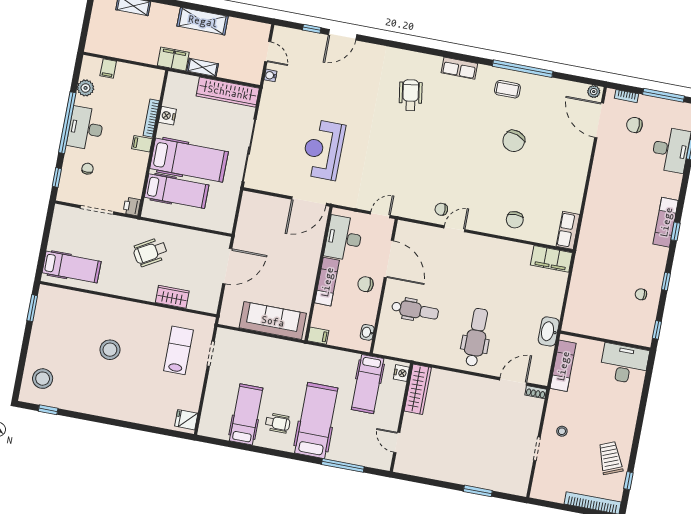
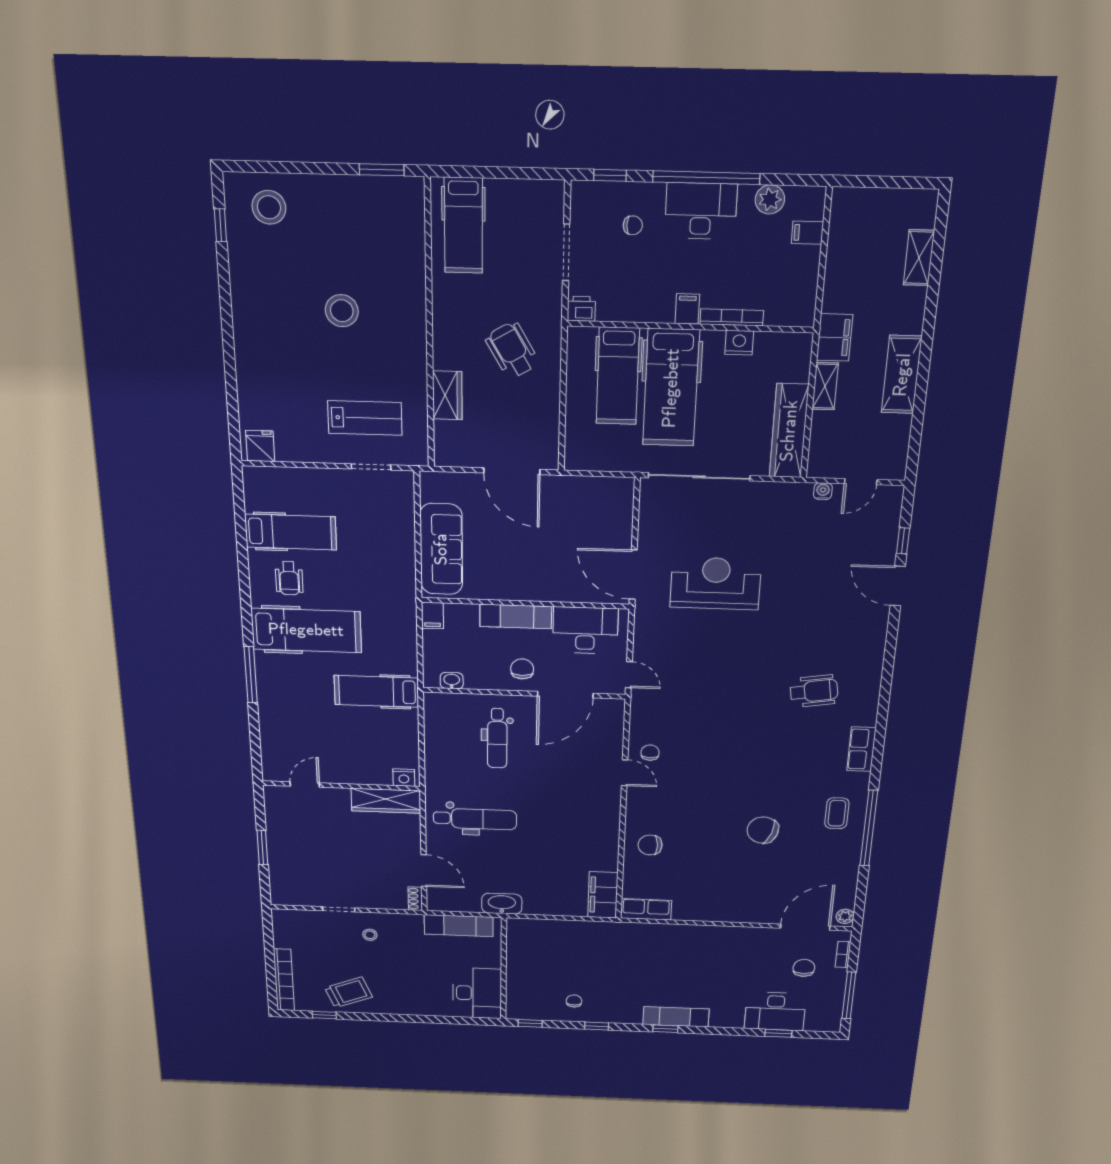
nightstand: (401, 373) -> (404, 778), moved
wardrobe: (418, 389) -> (386, 801), moved
wall: (401, 418) -> (341, 786), moved
door: (397, 442) -> (305, 784), moved

